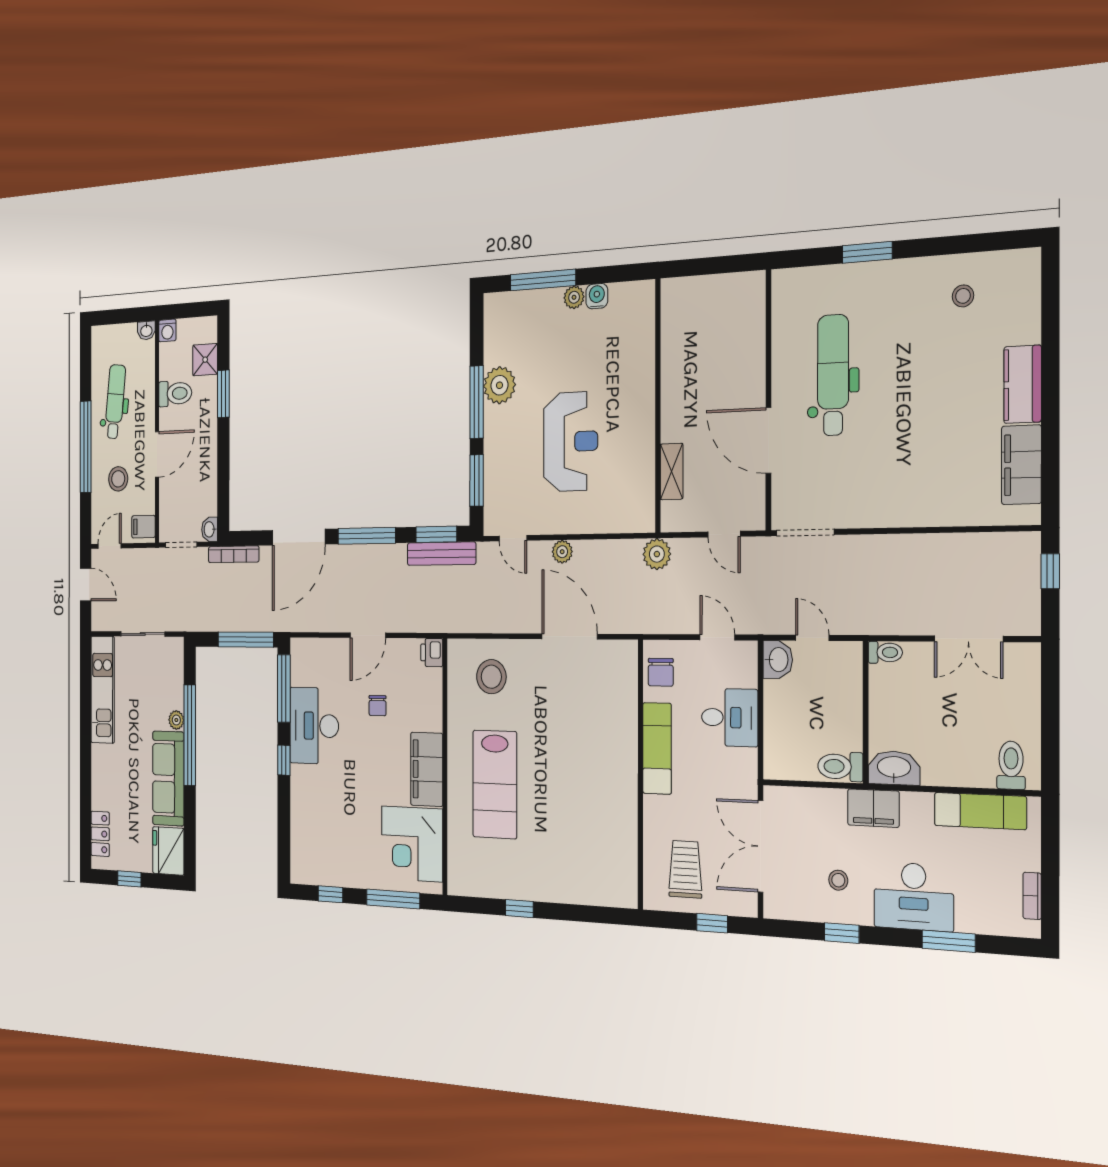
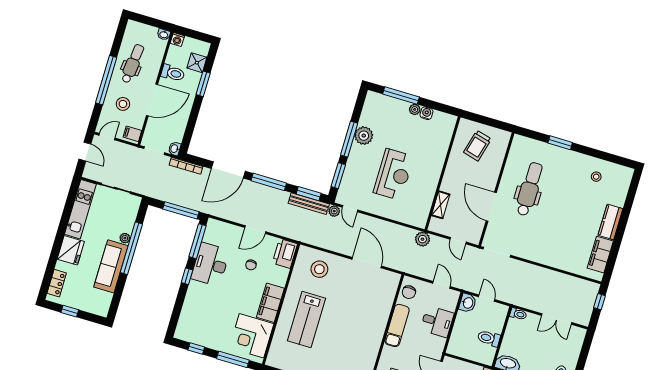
trolley: (707, 323) -> (477, 146), added
door: (157, 454) -> (152, 100), width x1.36
plant: (562, 552) -> (334, 211), moved
printer: (432, 653) -> (285, 253), width x1.87, depth x1.48
toilet: (840, 767) -> (489, 338), moved
fridge: (168, 851) -> (71, 250), moved, turned 180

